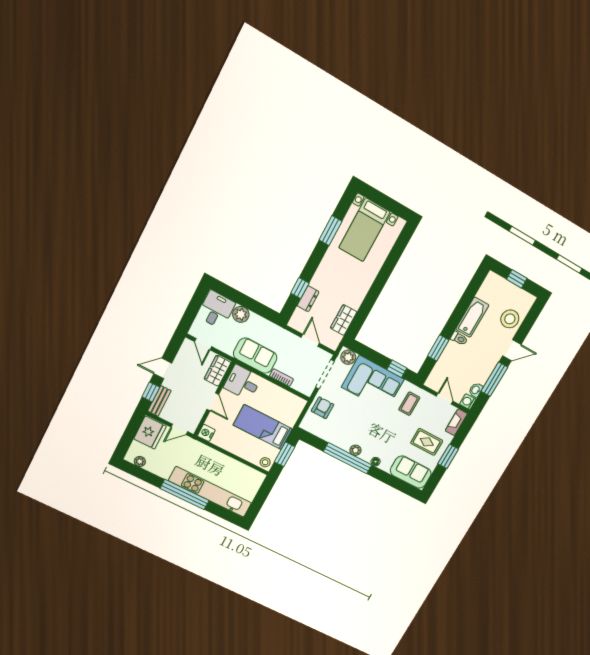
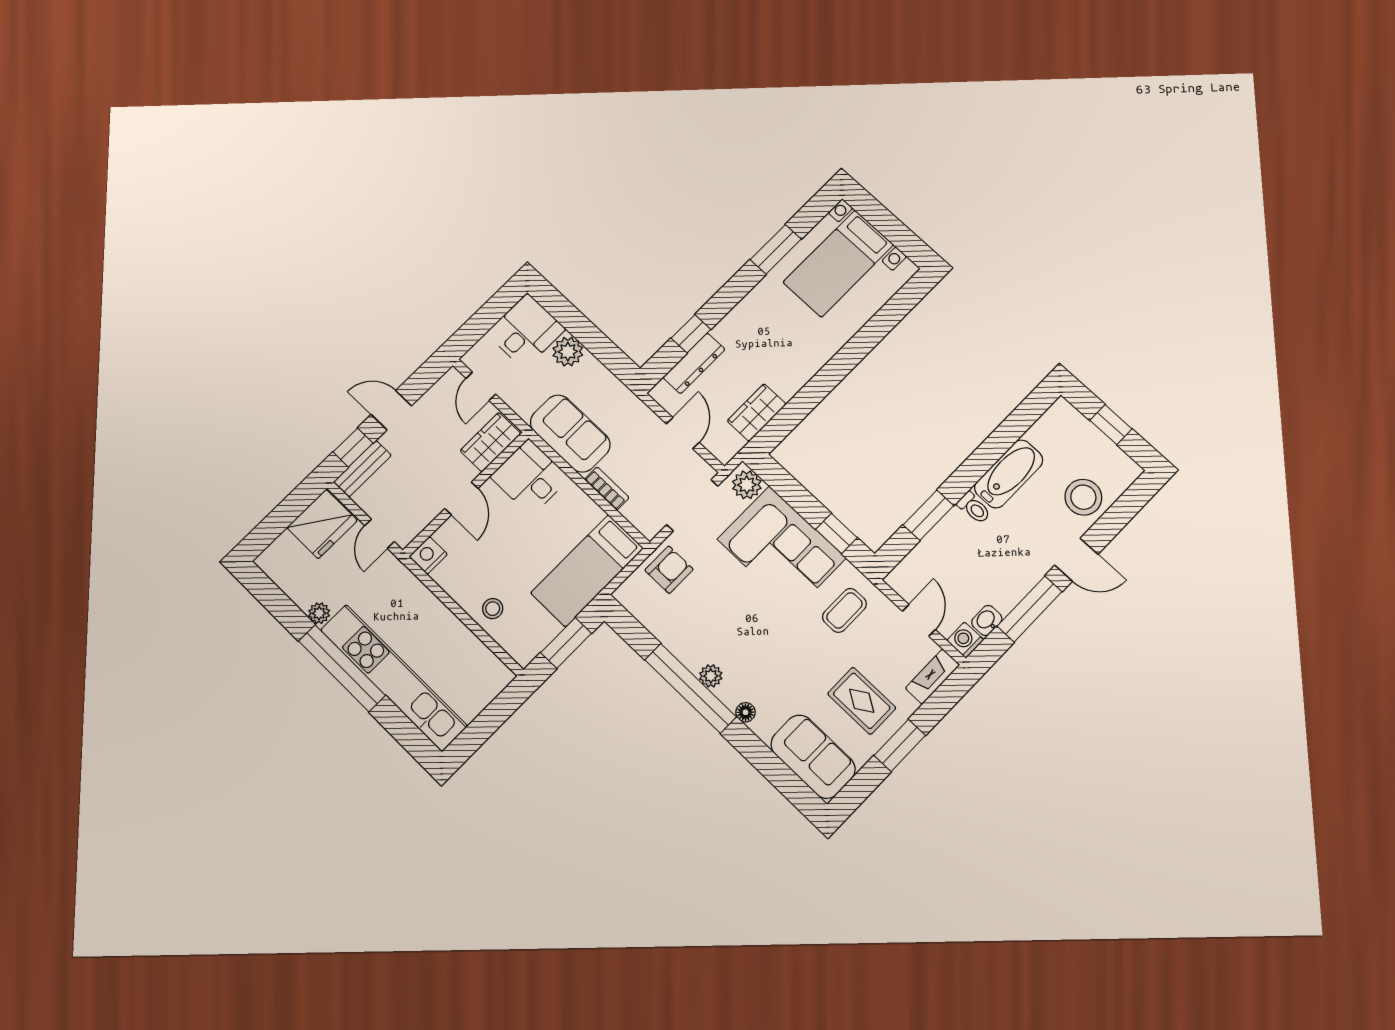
dresser: (308, 299) -> (694, 363), width x1.44
bed: (263, 427) -> (587, 571), moved, turned -90
door: (179, 429) -> (379, 534), hinge flipped
plant: (140, 461) -> (319, 613), moved
stool: (265, 462) -> (493, 609), moved

